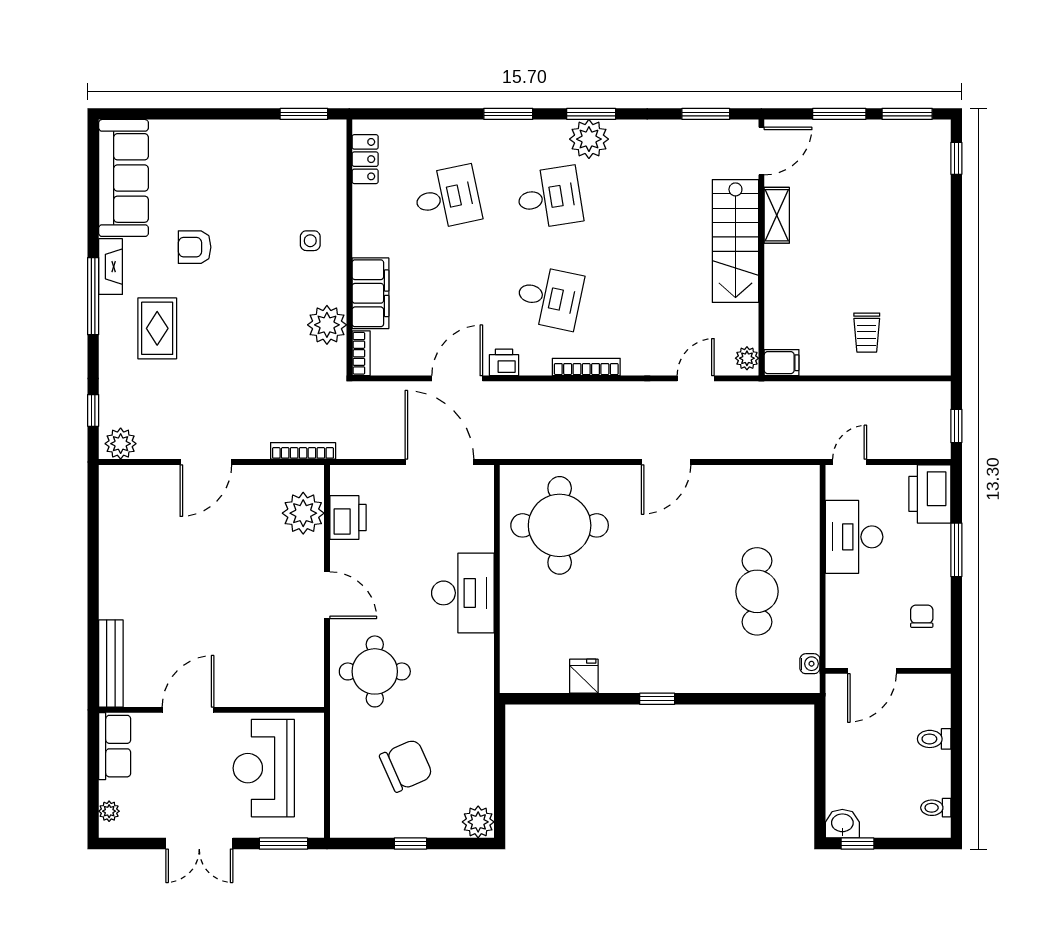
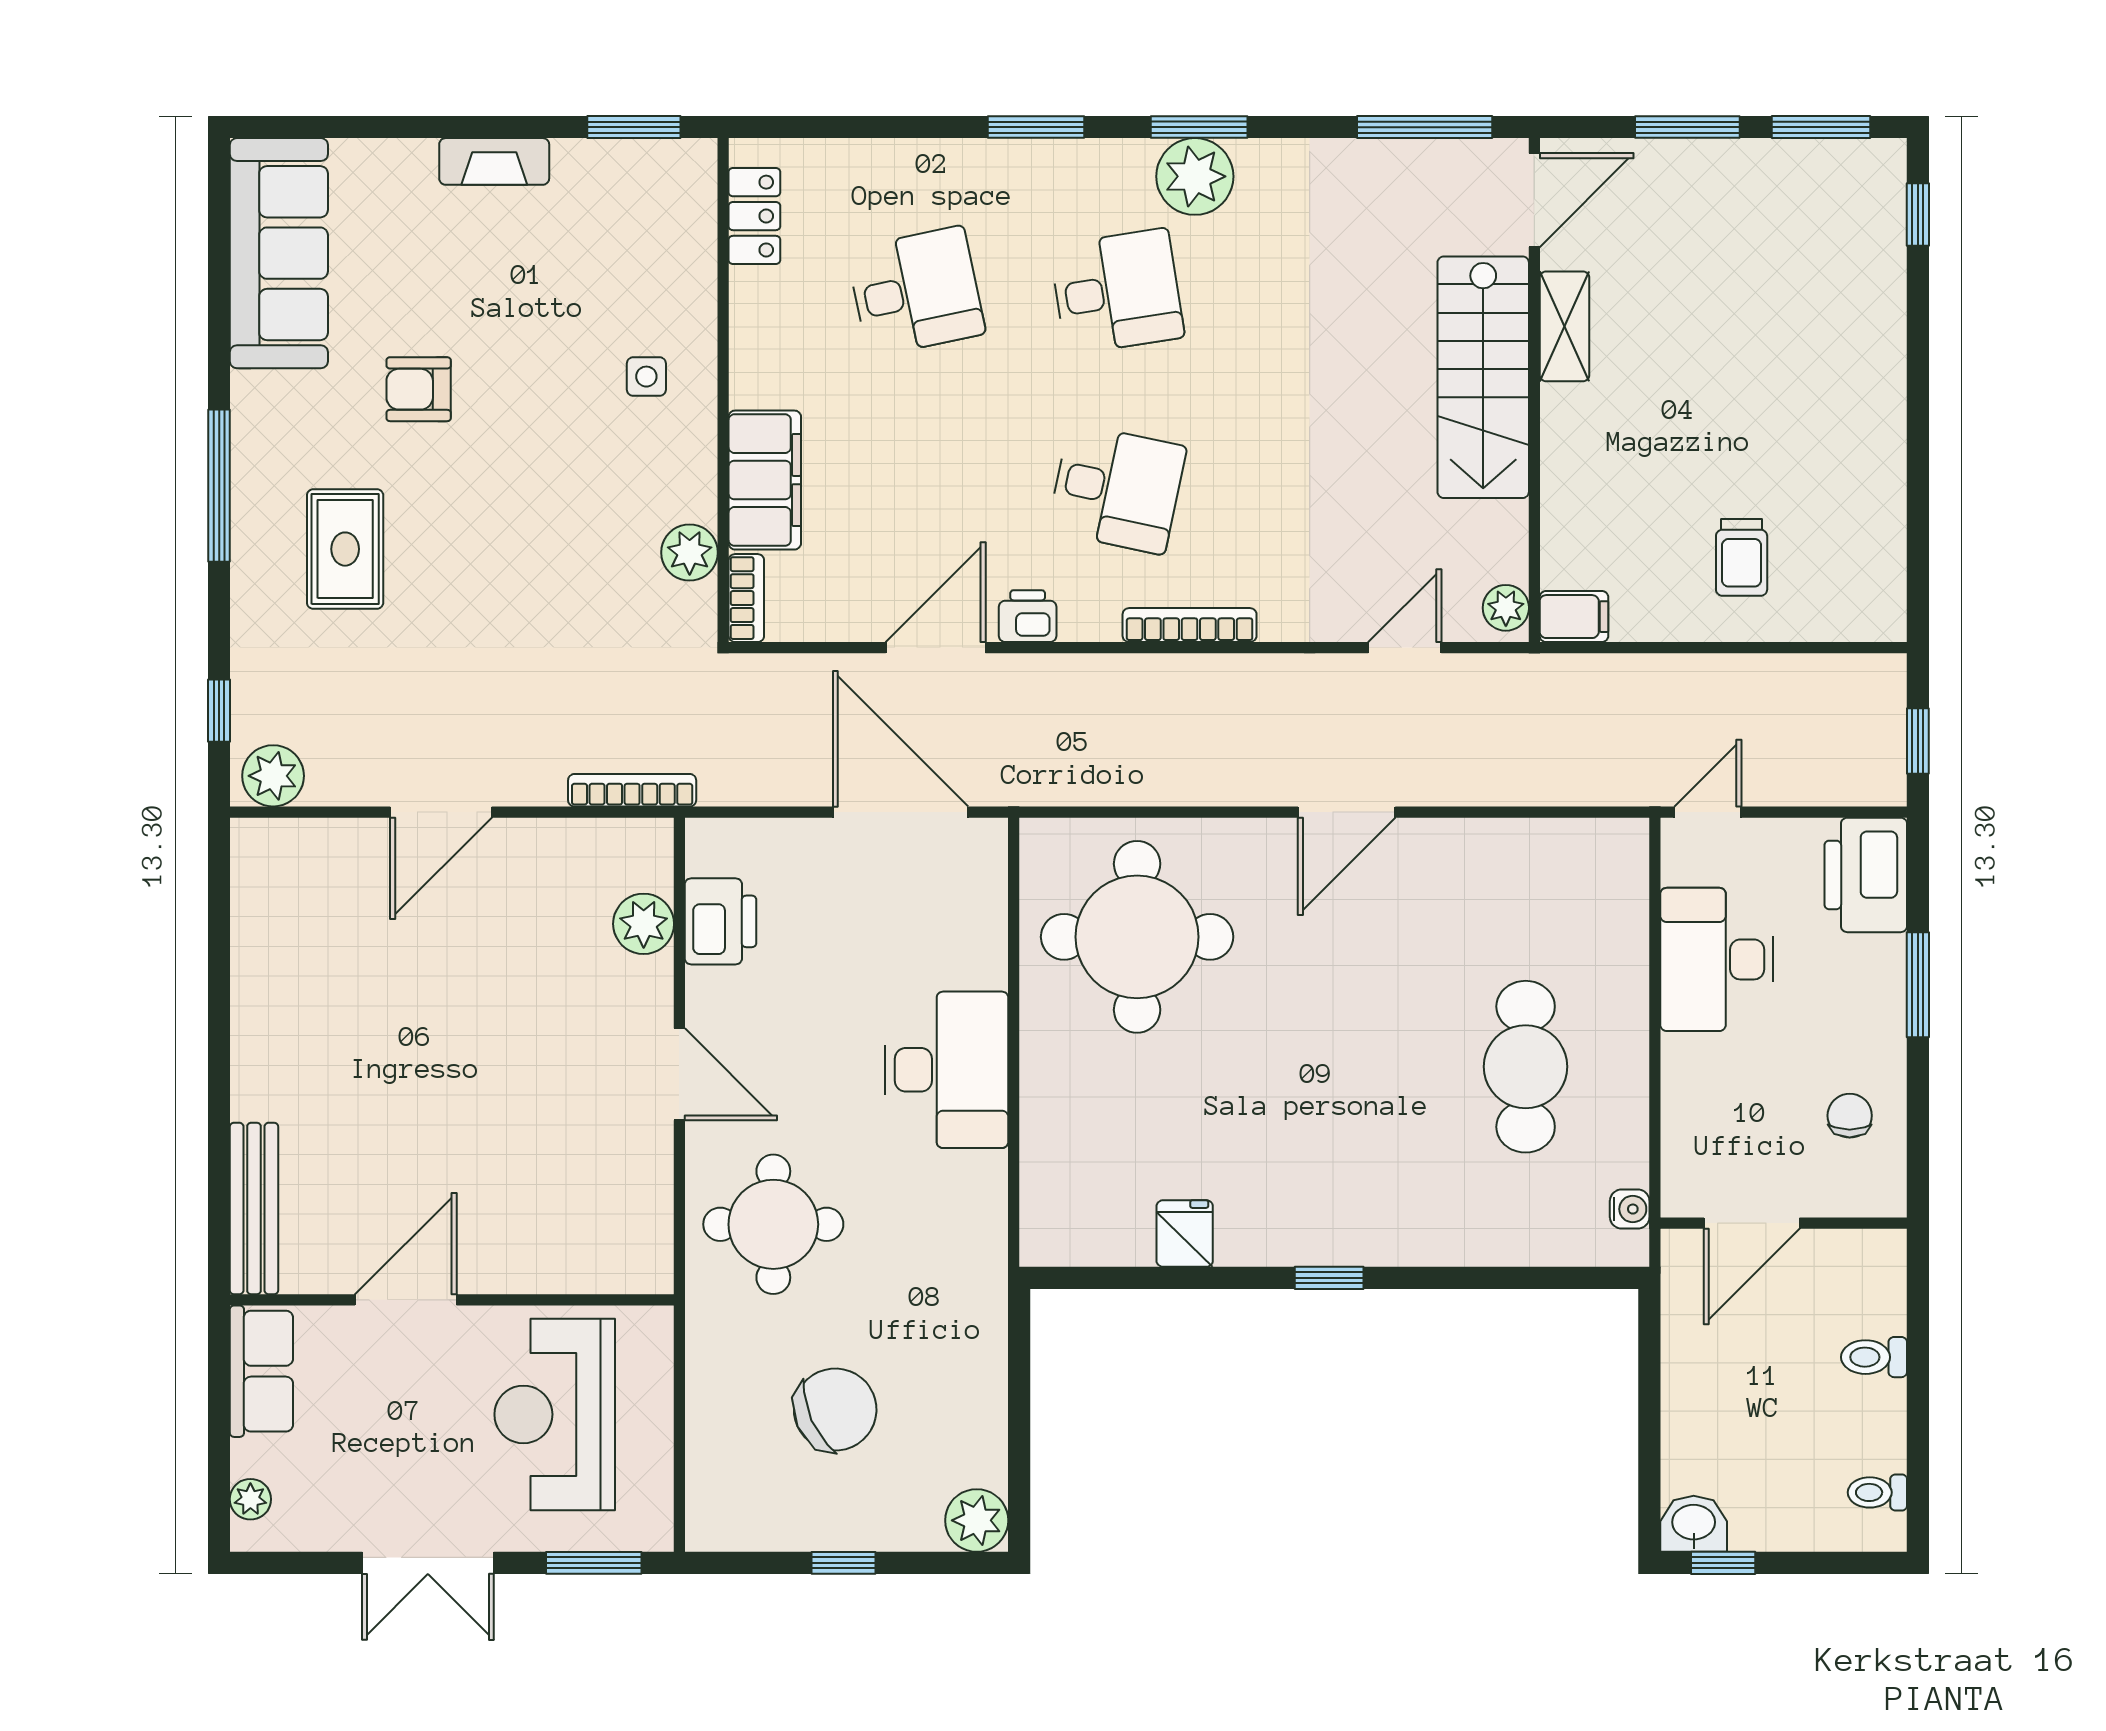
window: (706, 114) -> (1425, 127), width x1.44
fireplace: (111, 267) -> (494, 161), moved, turned 90
plant: (327, 325) -> (690, 552), width x0.73, depth x0.73
plant: (303, 513) -> (644, 924), width x0.73, depth x0.73

